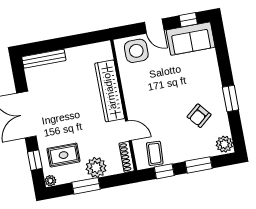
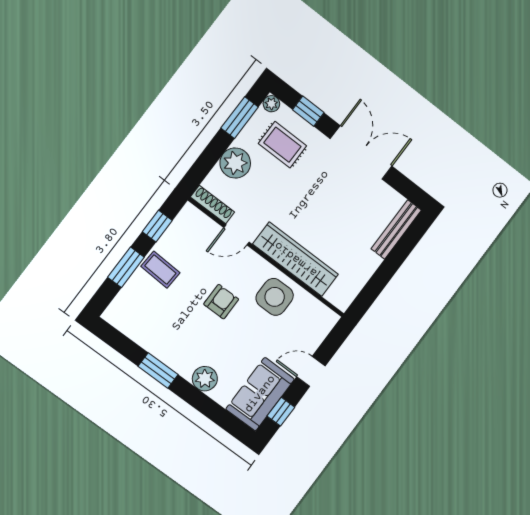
side table: (136, 51) -> (275, 297), moved
armchair: (199, 116) -> (221, 302), moved, turned 40
plant: (224, 144) -> (205, 379), moved
coffee table: (155, 153) -> (160, 270), moved
rug: (64, 155) -> (282, 145), turned 90
window: (86, 186) -> (240, 118), moved

